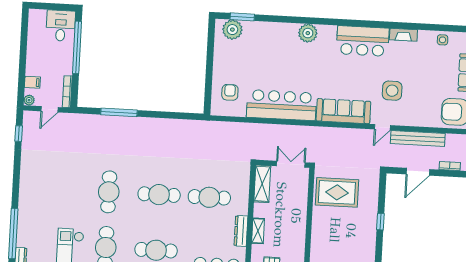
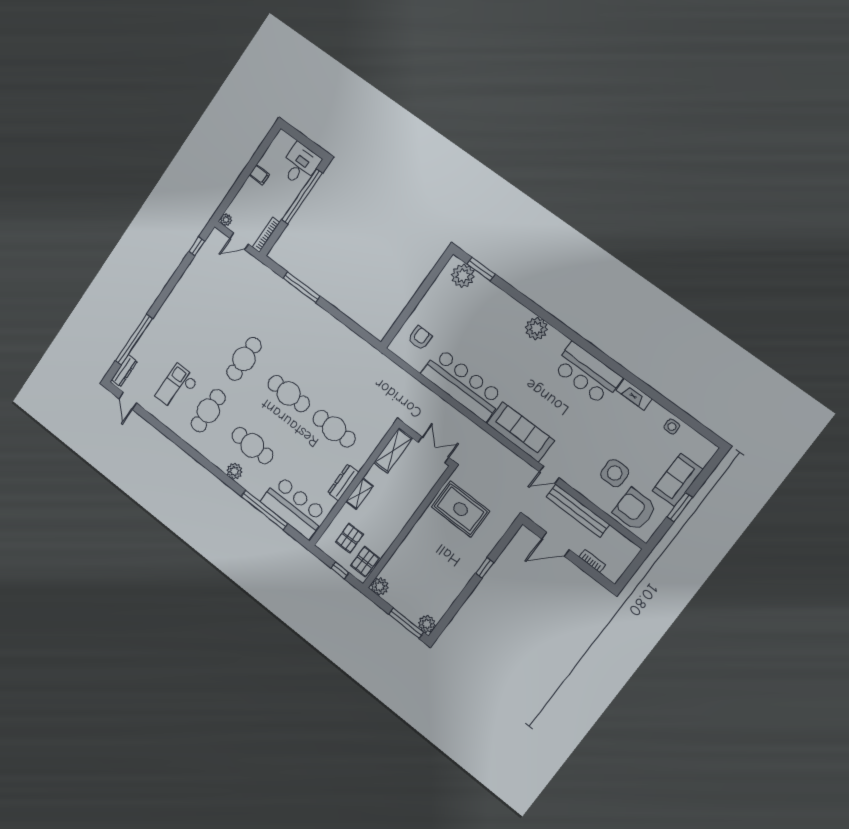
filing cabinet: (32, 82) -> (259, 175), moved
side table: (392, 91) -> (615, 473), moved

